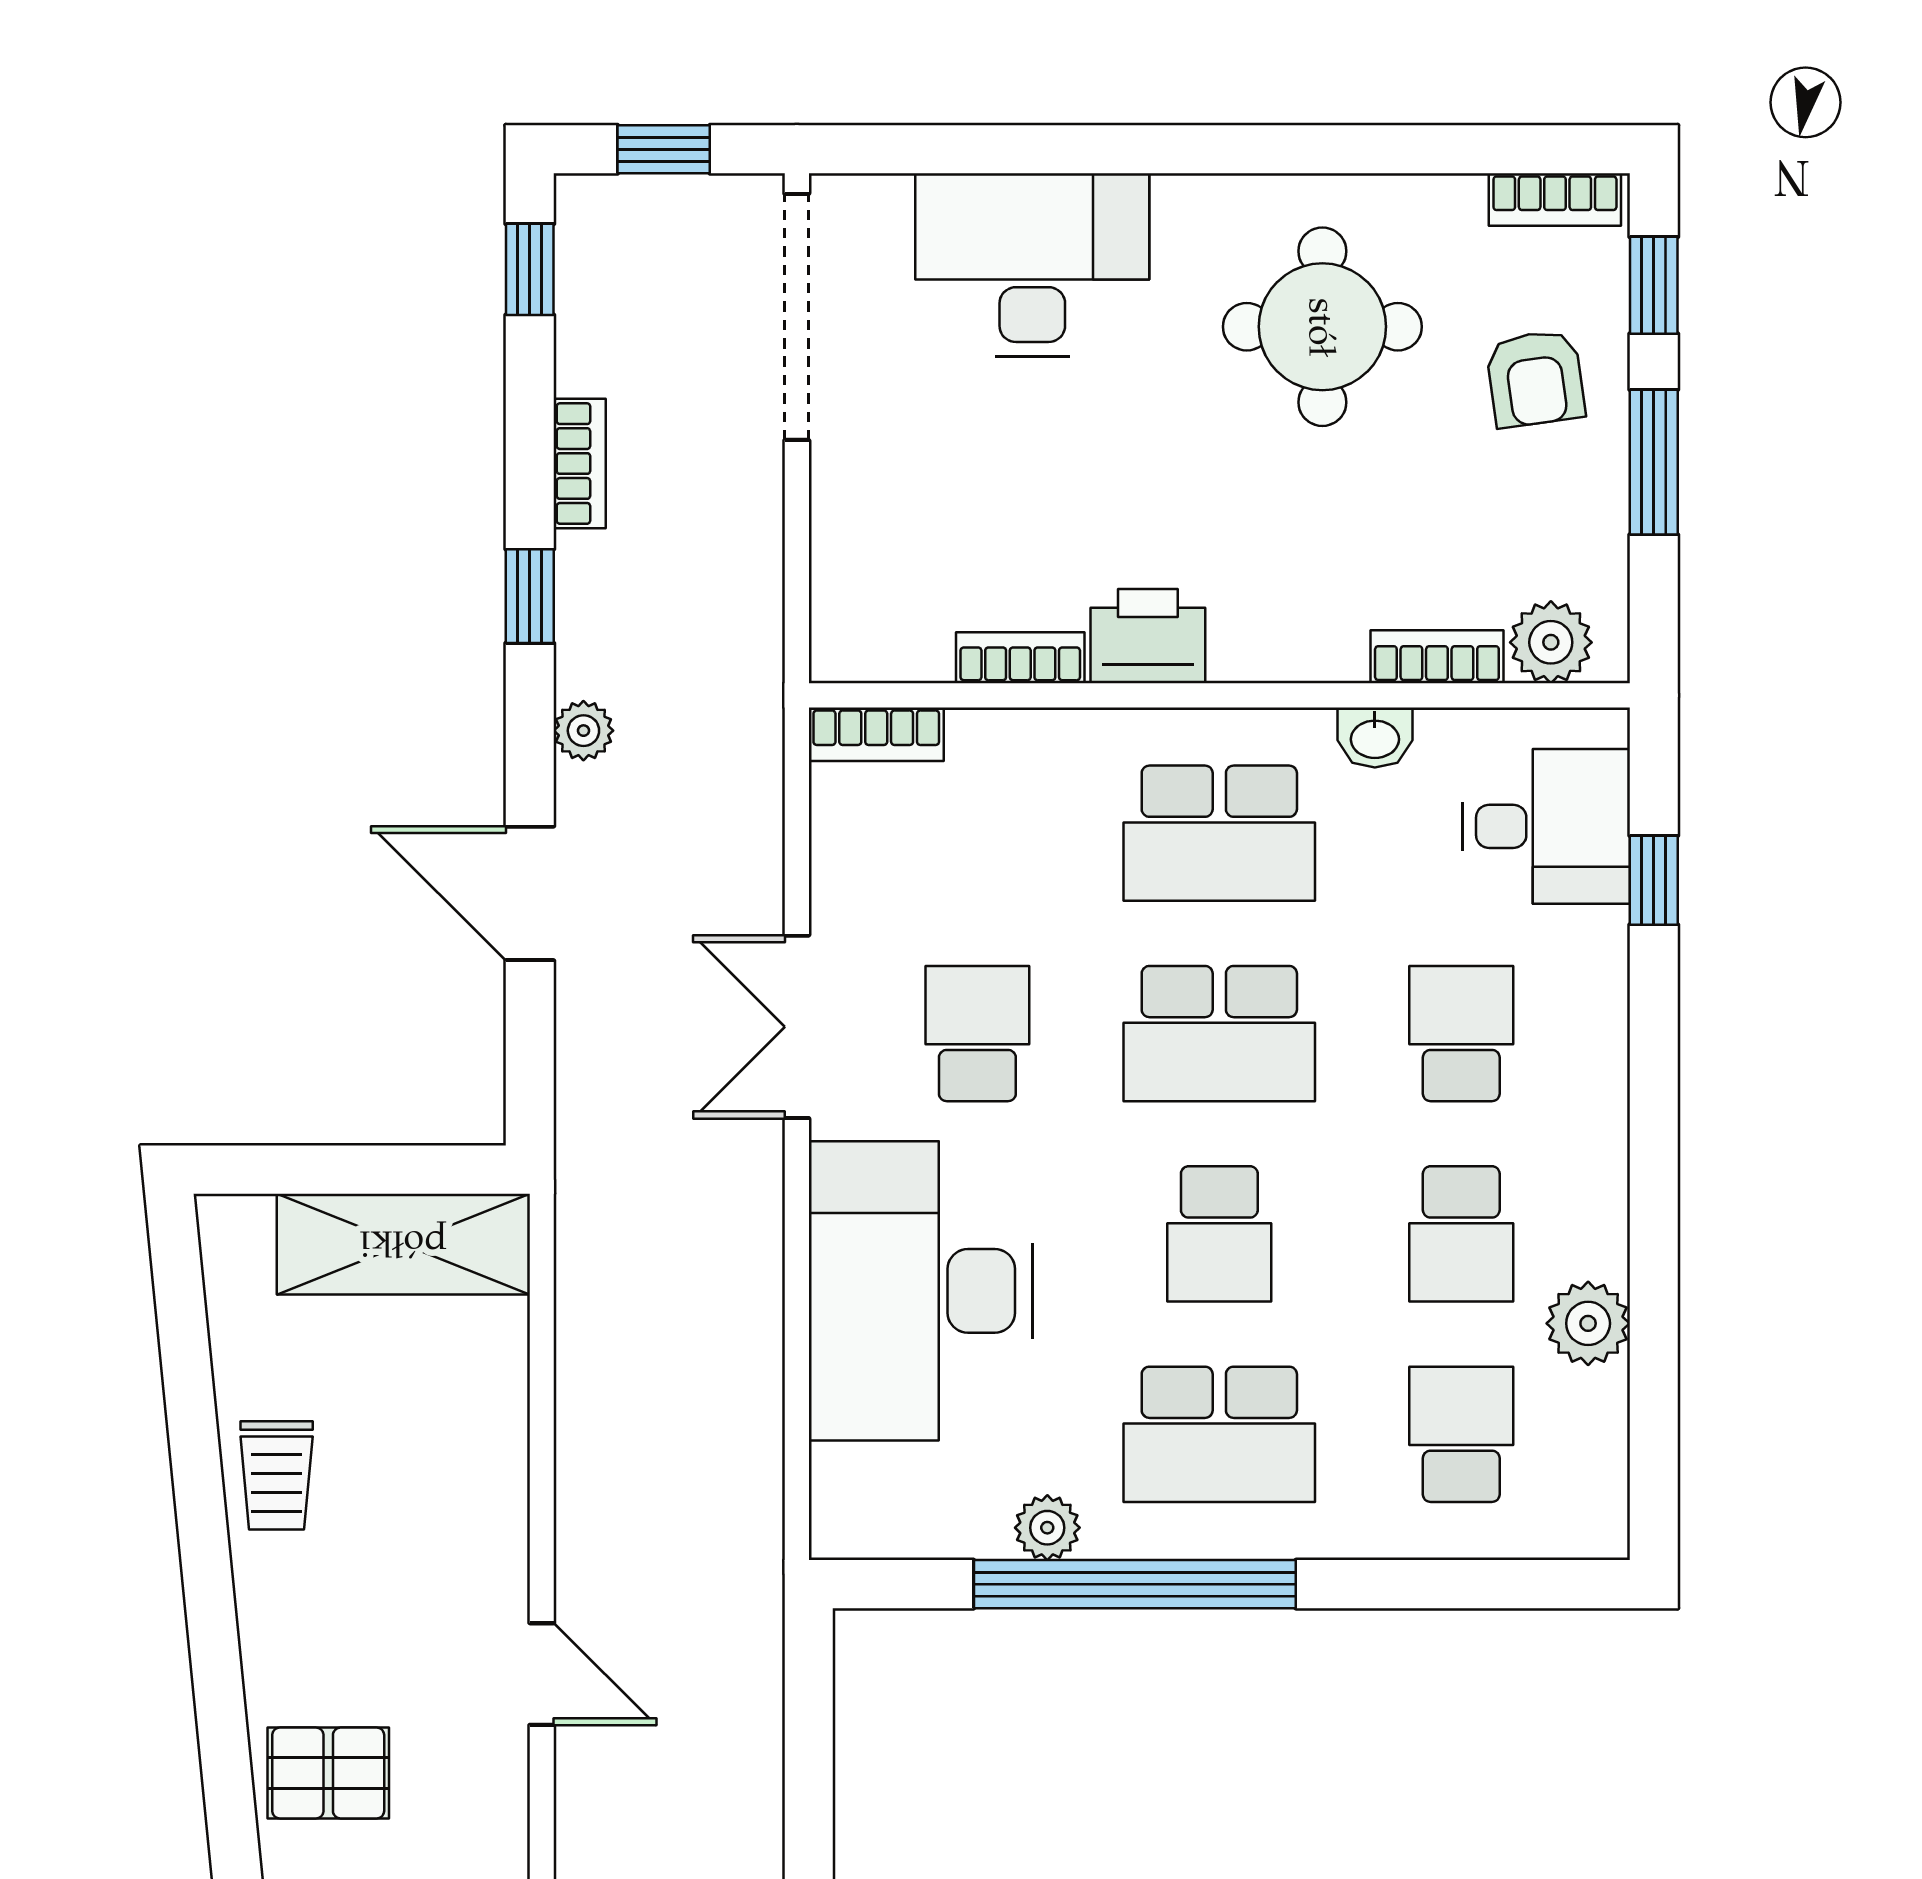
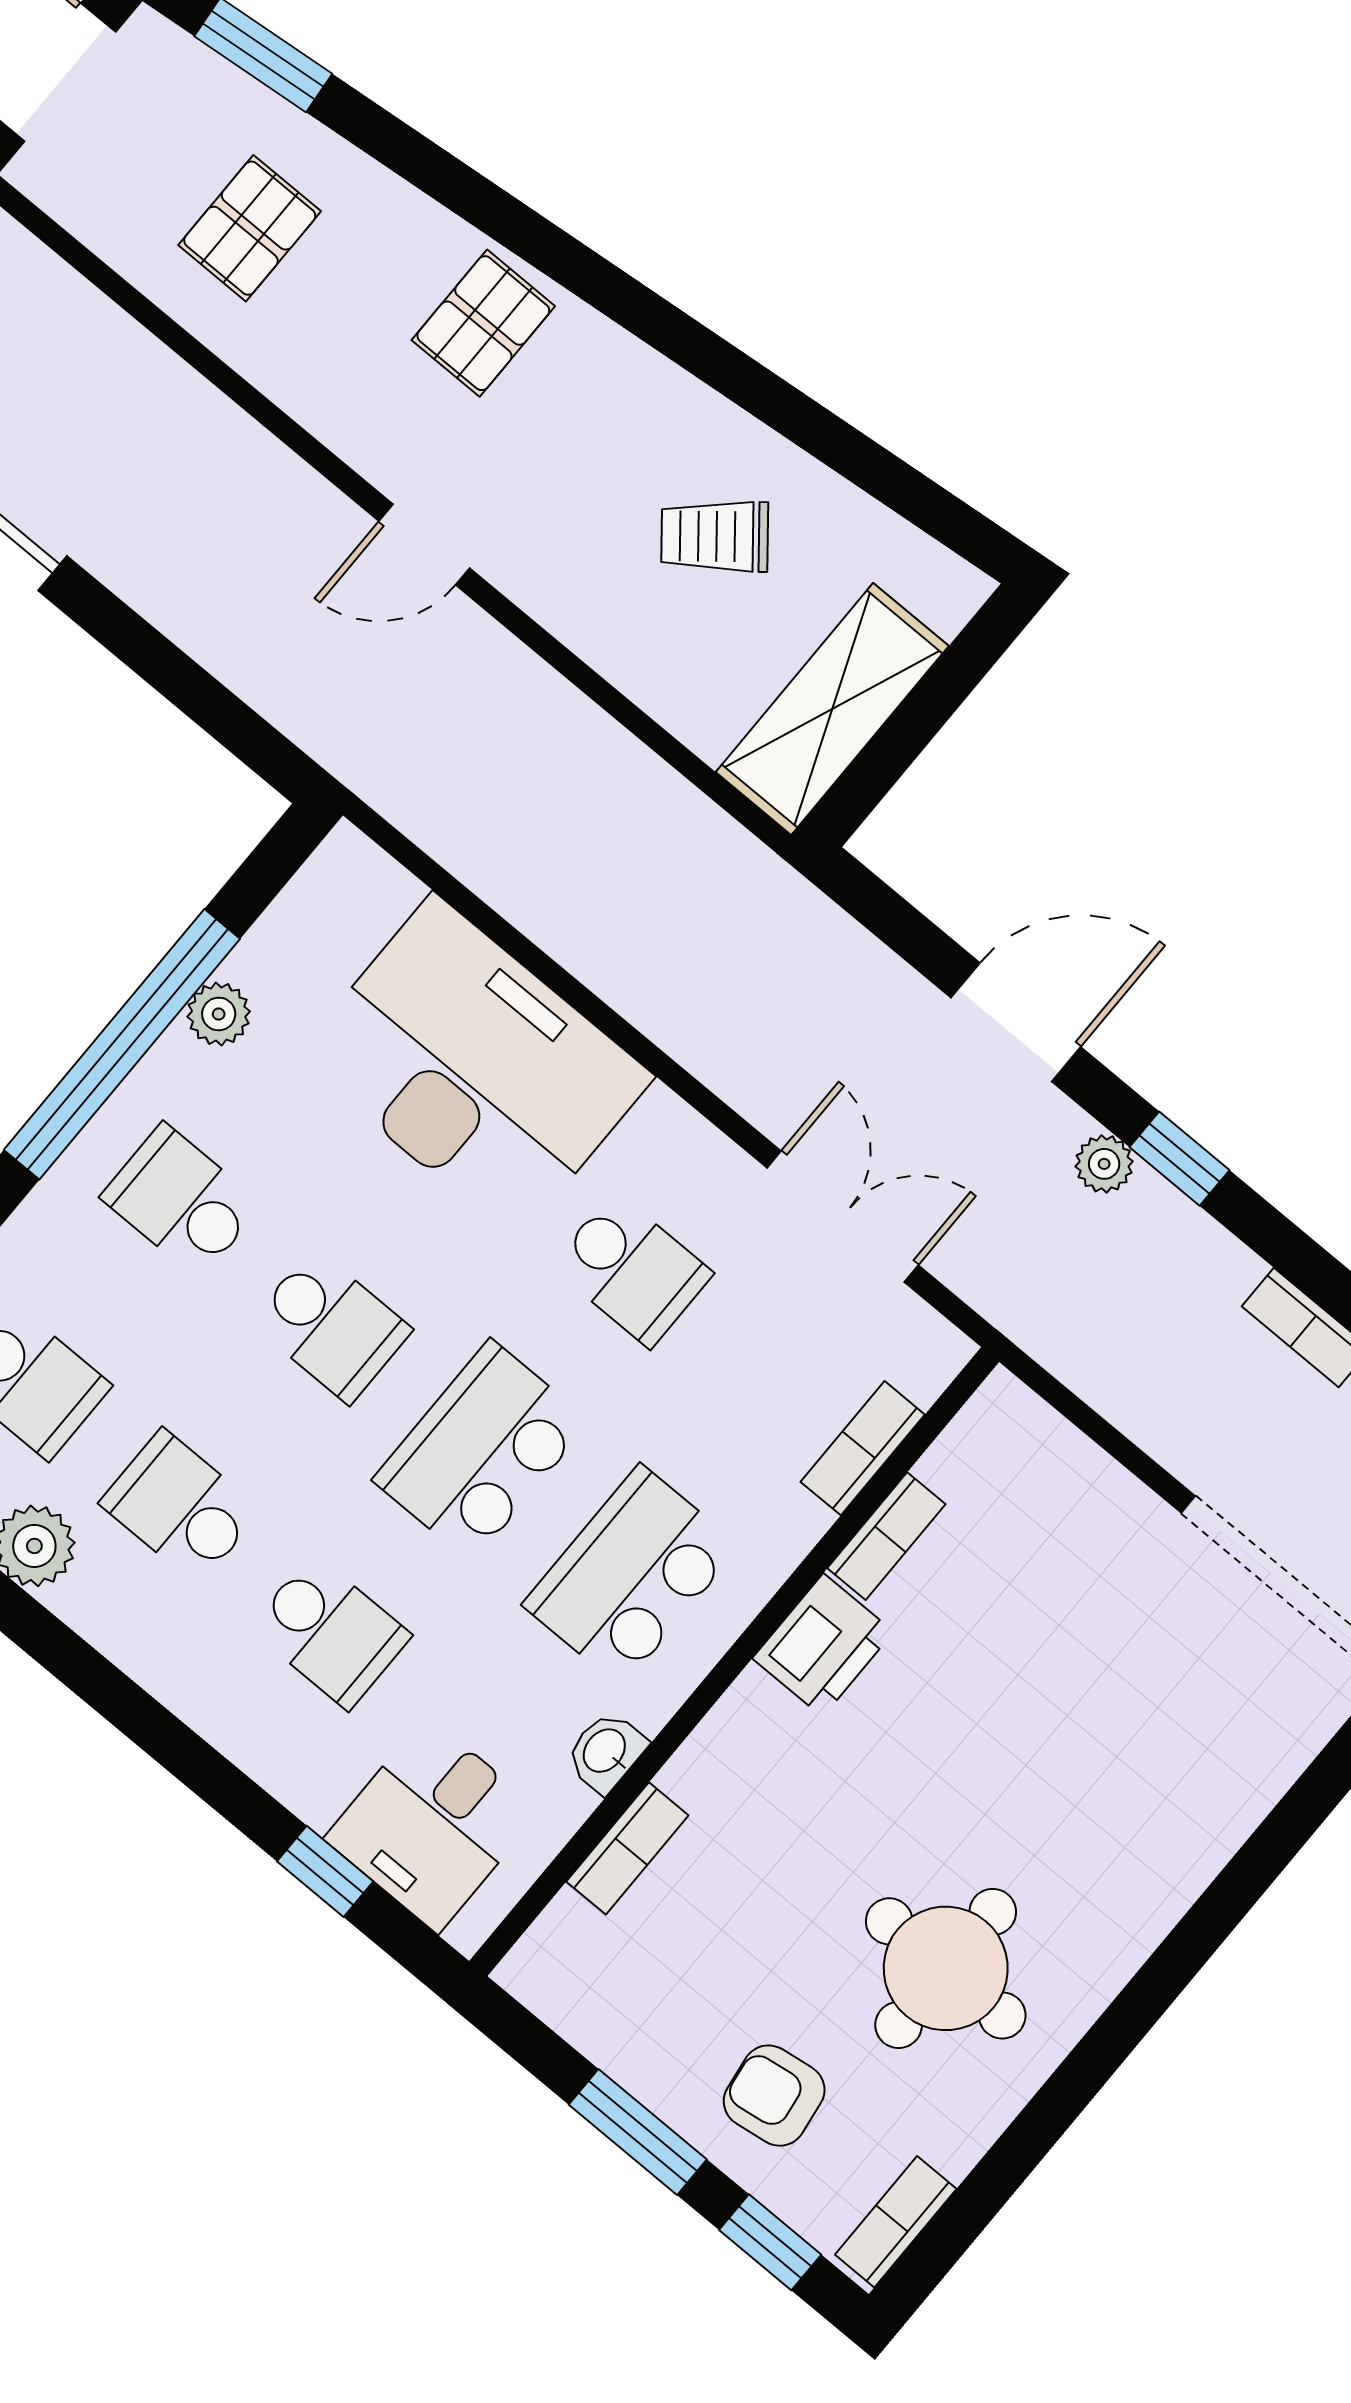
desk: (1032, 265) -> (1173, 1790), removed
window: (530, 596) -> (1179, 1159), moved
plant: (1551, 642) -> (567, 1943), removed
bookcase: (876, 734) -> (863, 1448), moved
double door: (797, 1027) -> (843, 1216), moved
school desk: (1219, 1234) -> (331, 1326), turned 180
school desk: (1219, 1434) -> (181, 1201), width x0.54
trolley: (277, 1475) -> (715, 536), moved, turned -39

